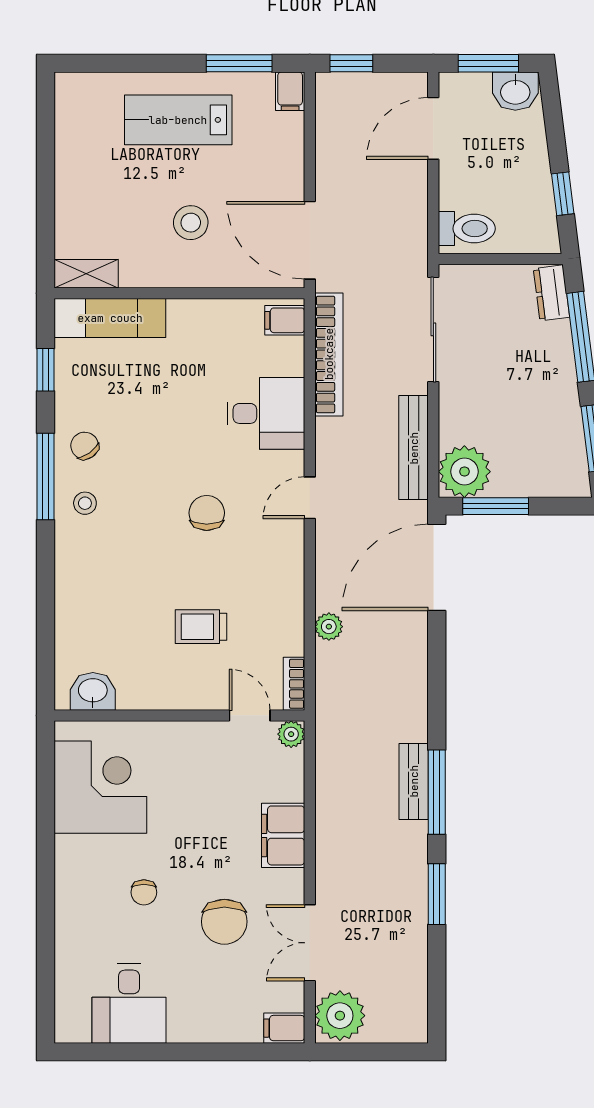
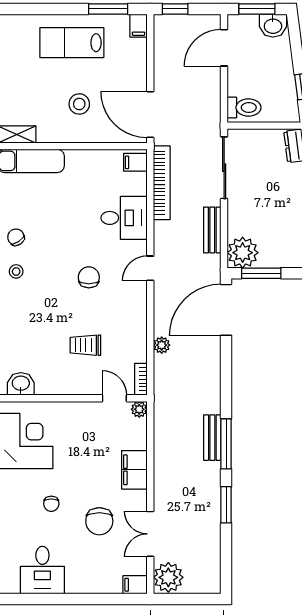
bench: (414, 448) -> (212, 230), width x0.73

